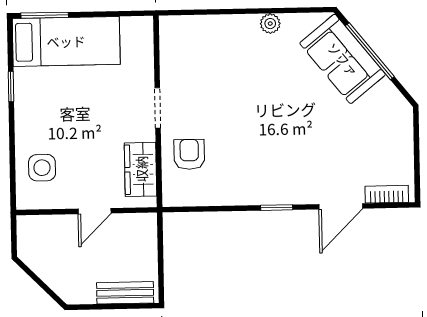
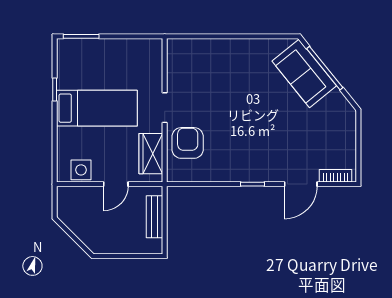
plant: (270, 24) -> (250, 46), removed
bed: (66, 41) -> (97, 108), moved
armchair: (189, 154) -> (188, 143), width x1.38, depth x1.38
side table: (42, 168) -> (81, 170), moved
bench: (125, 293) -> (155, 217), moved, turned 90

